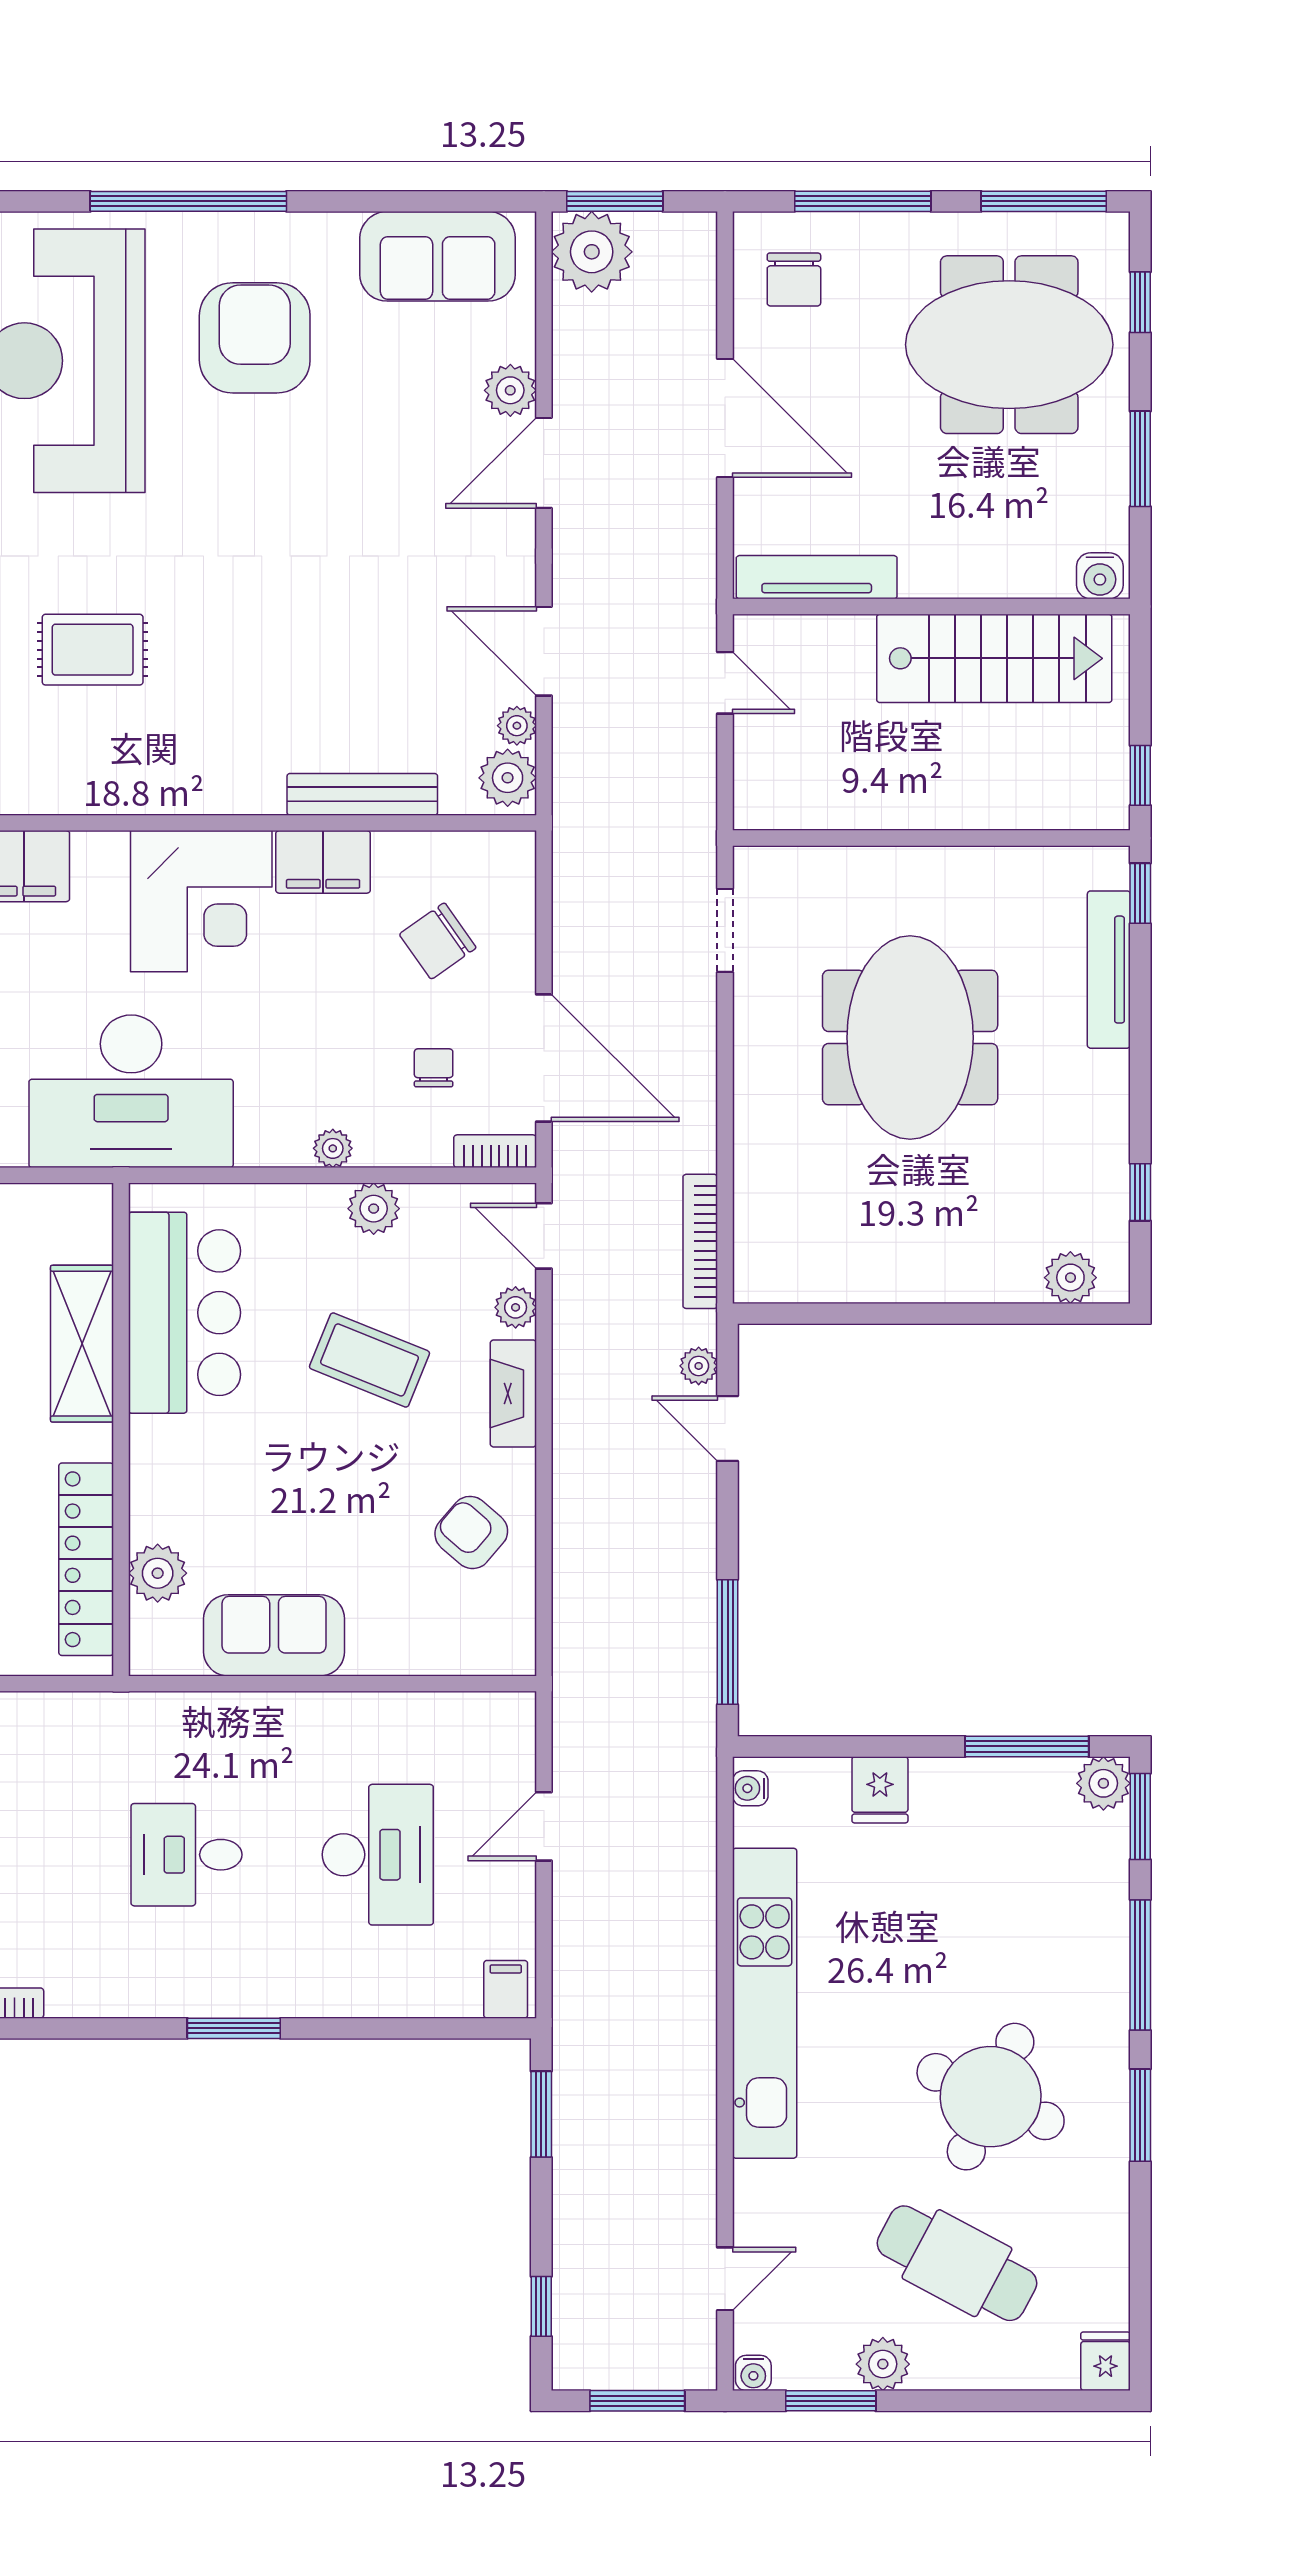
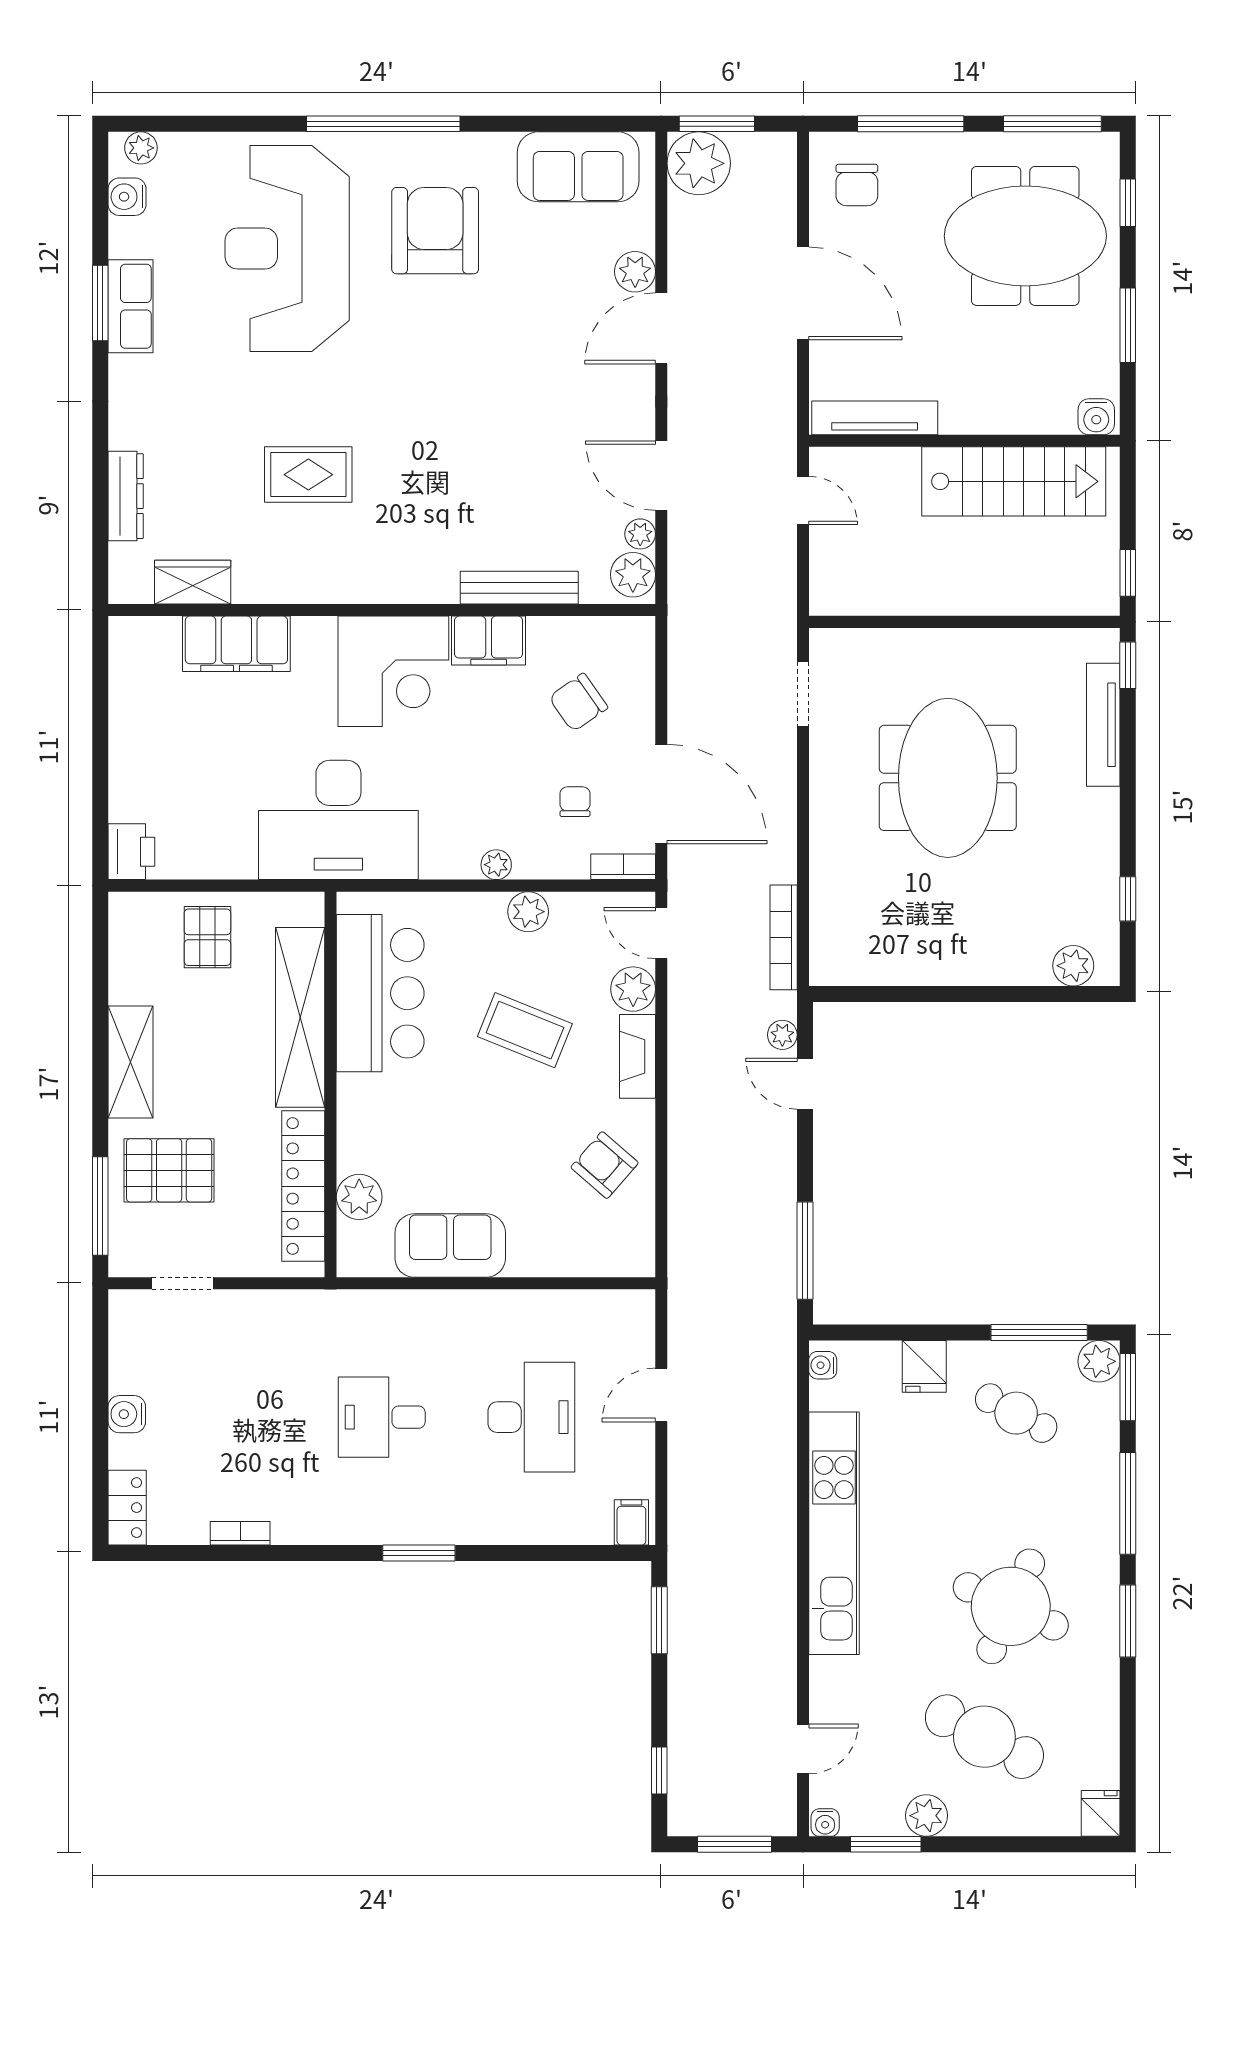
plant: (516, 1307) -> (633, 989), width x1.38, depth x1.38
shelving: (82, 1344) -> (300, 1017), width x1.47
cafe table: (997, 1849) -> (1016, 1413), added

